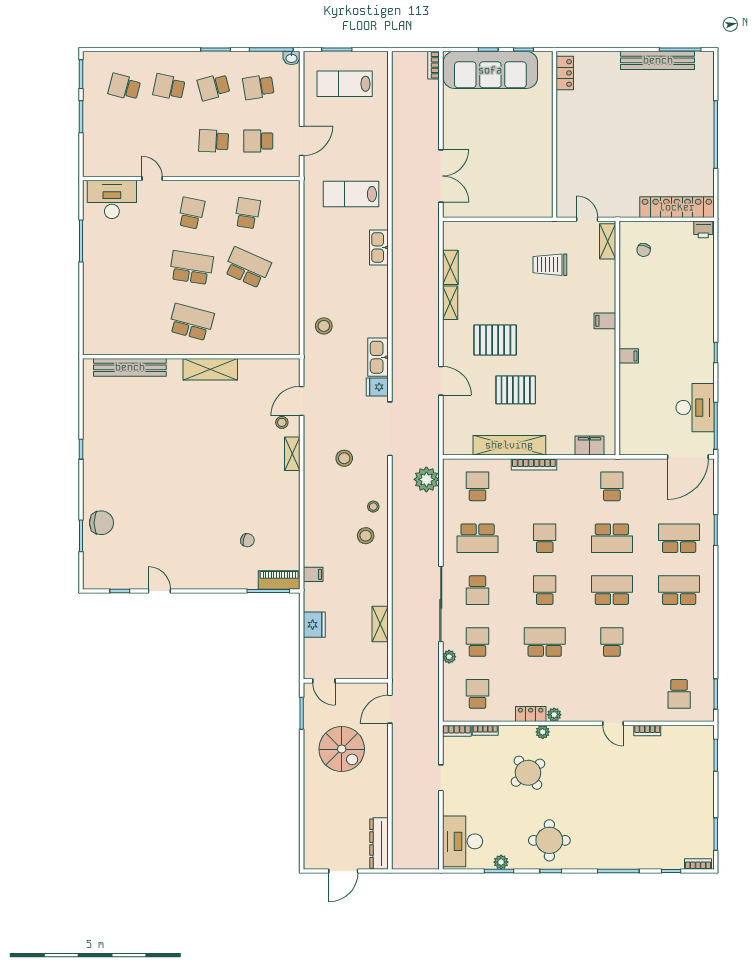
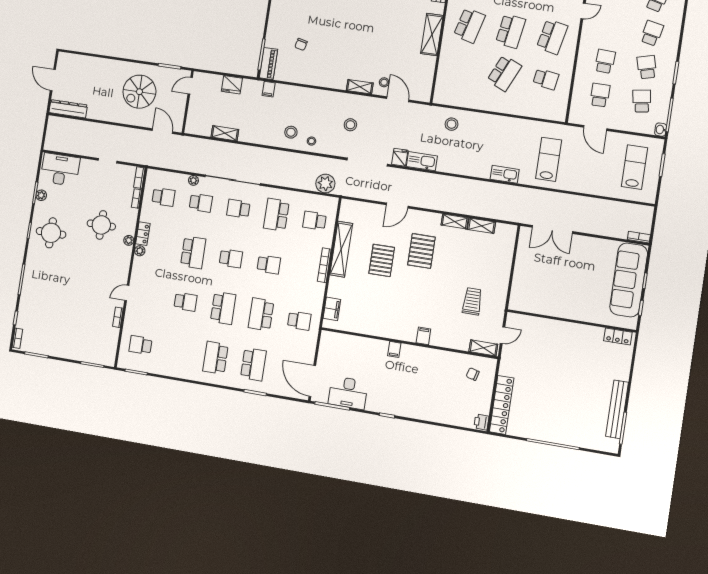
school desk: (191, 213) -> (552, 37), width x1.85
school desk: (478, 486) -> (315, 221), turned 180
school desk: (679, 590) -> (215, 358), turned 180
round table: (528, 773) -> (101, 225), turned 37

